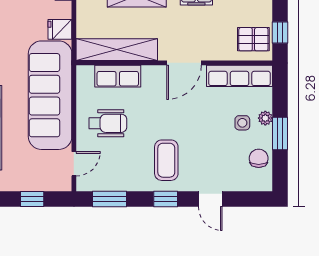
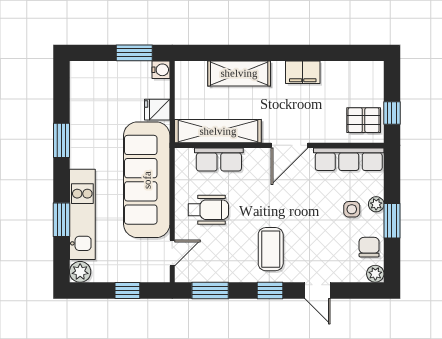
plant: (264, 183) -> (375, 274), added

